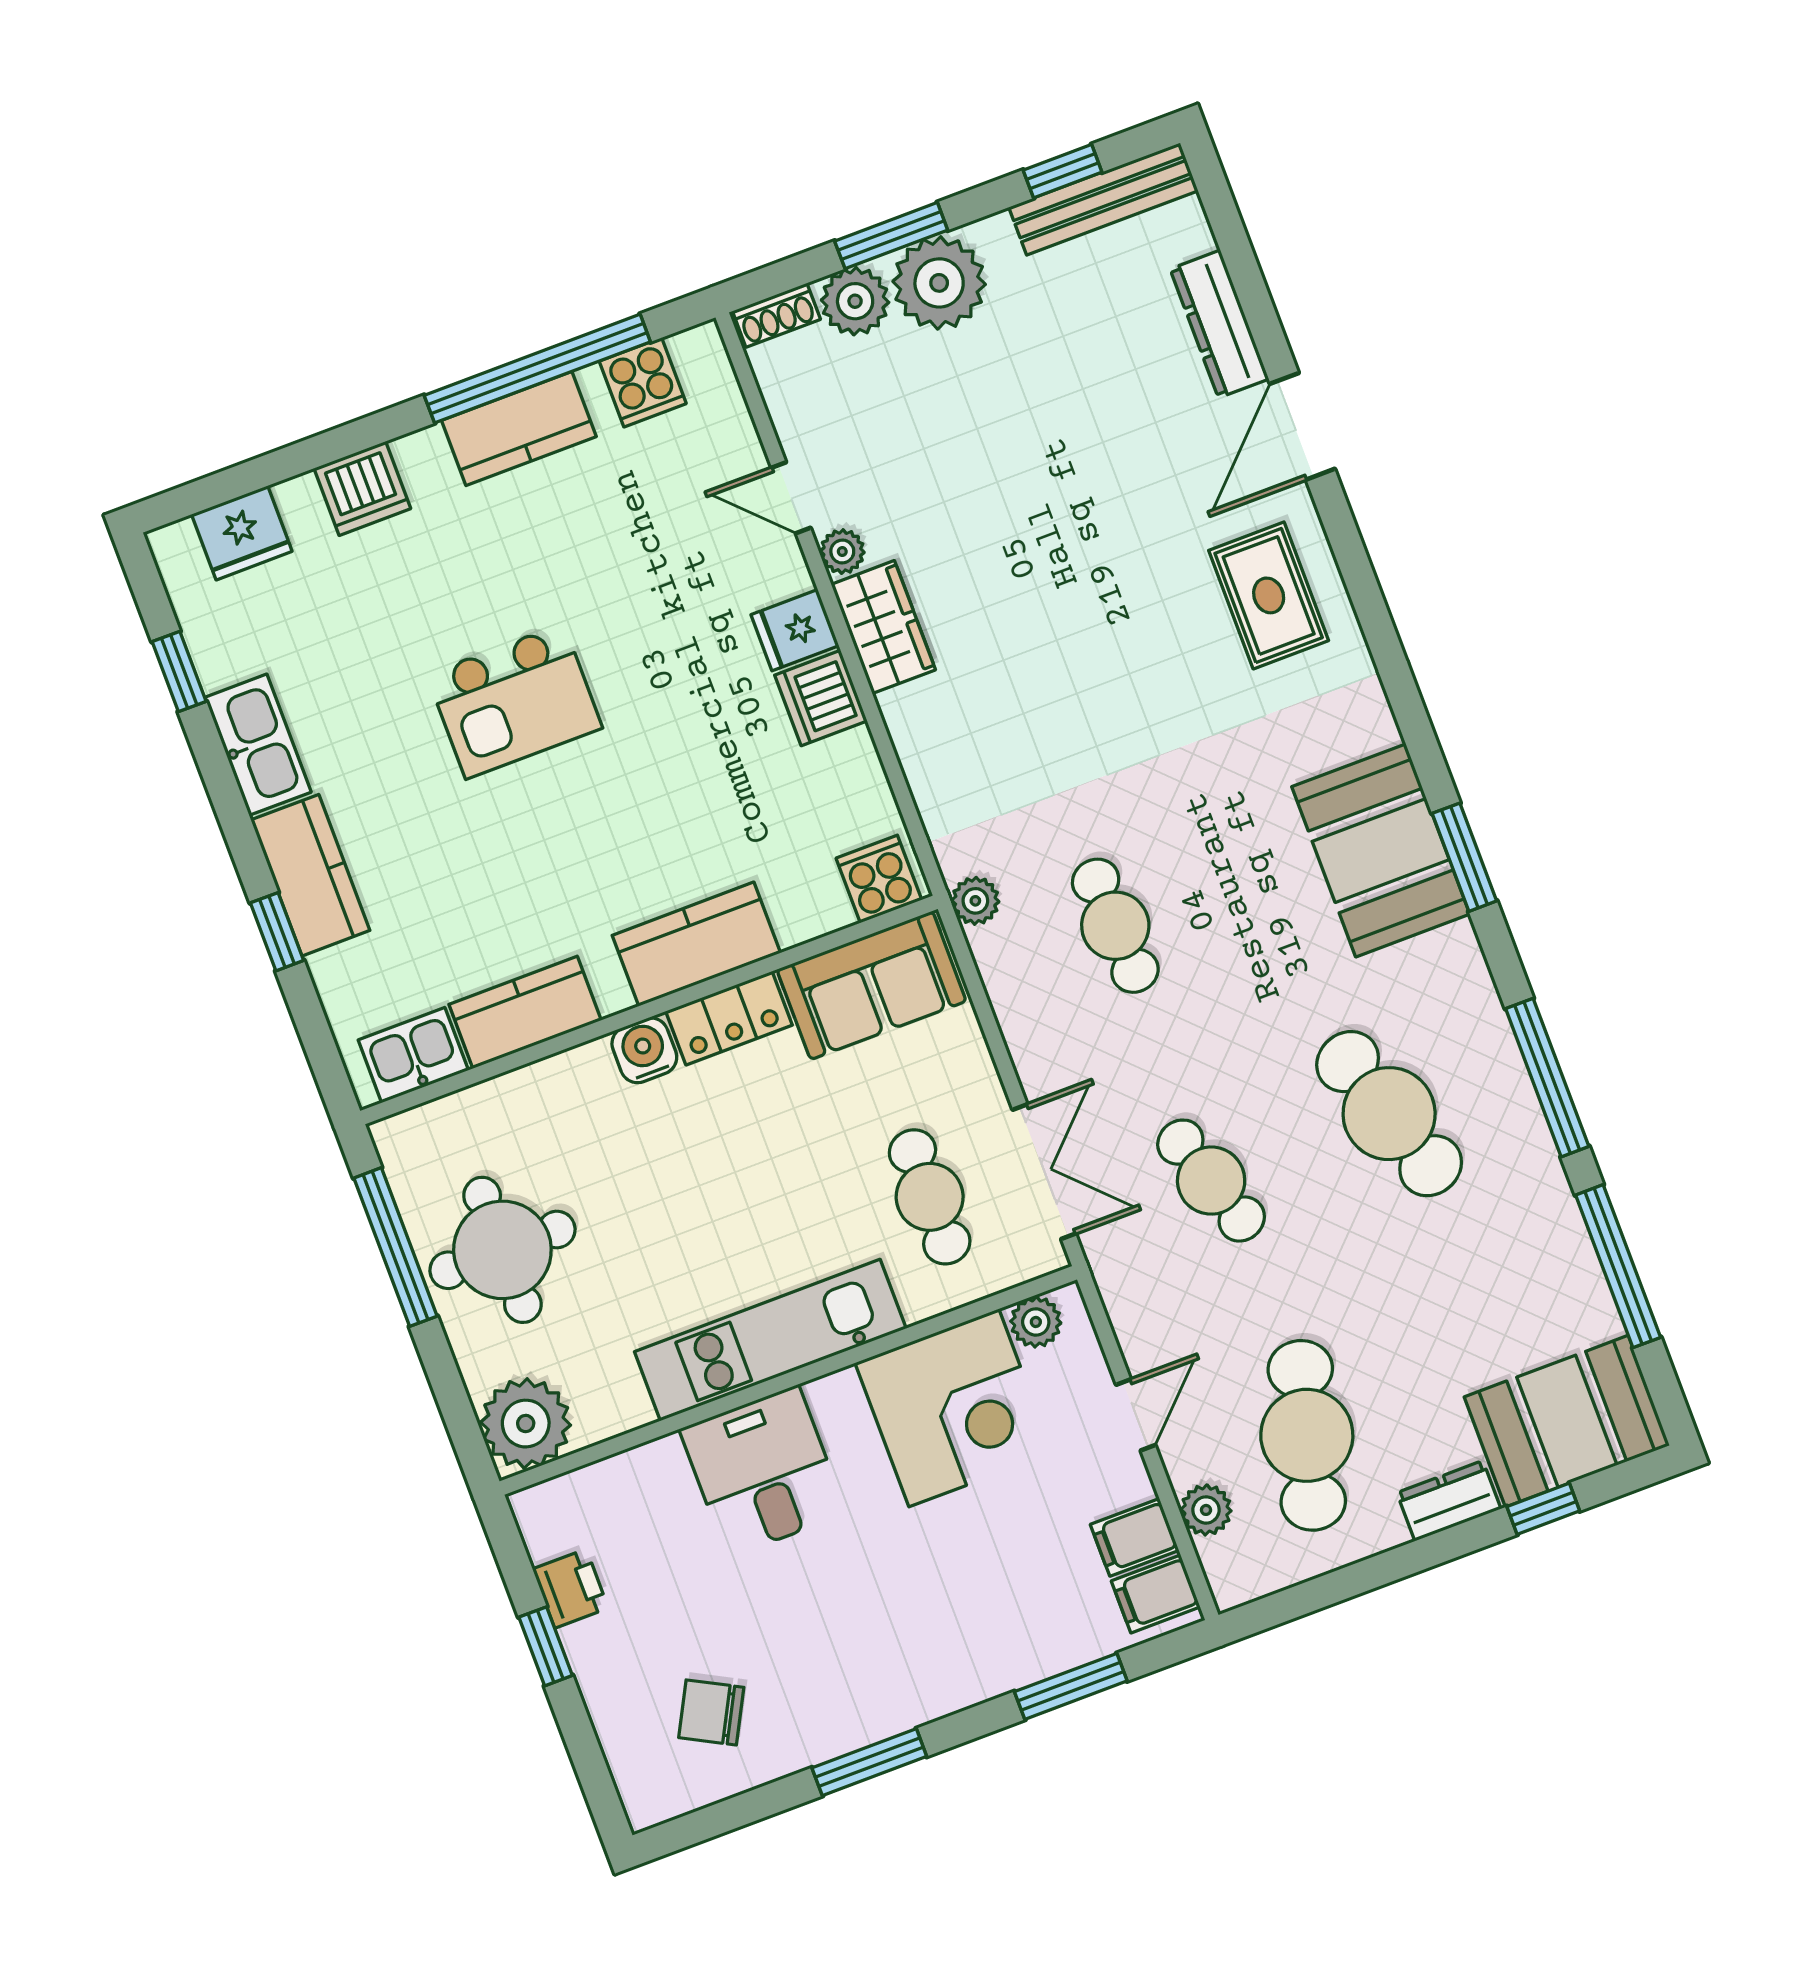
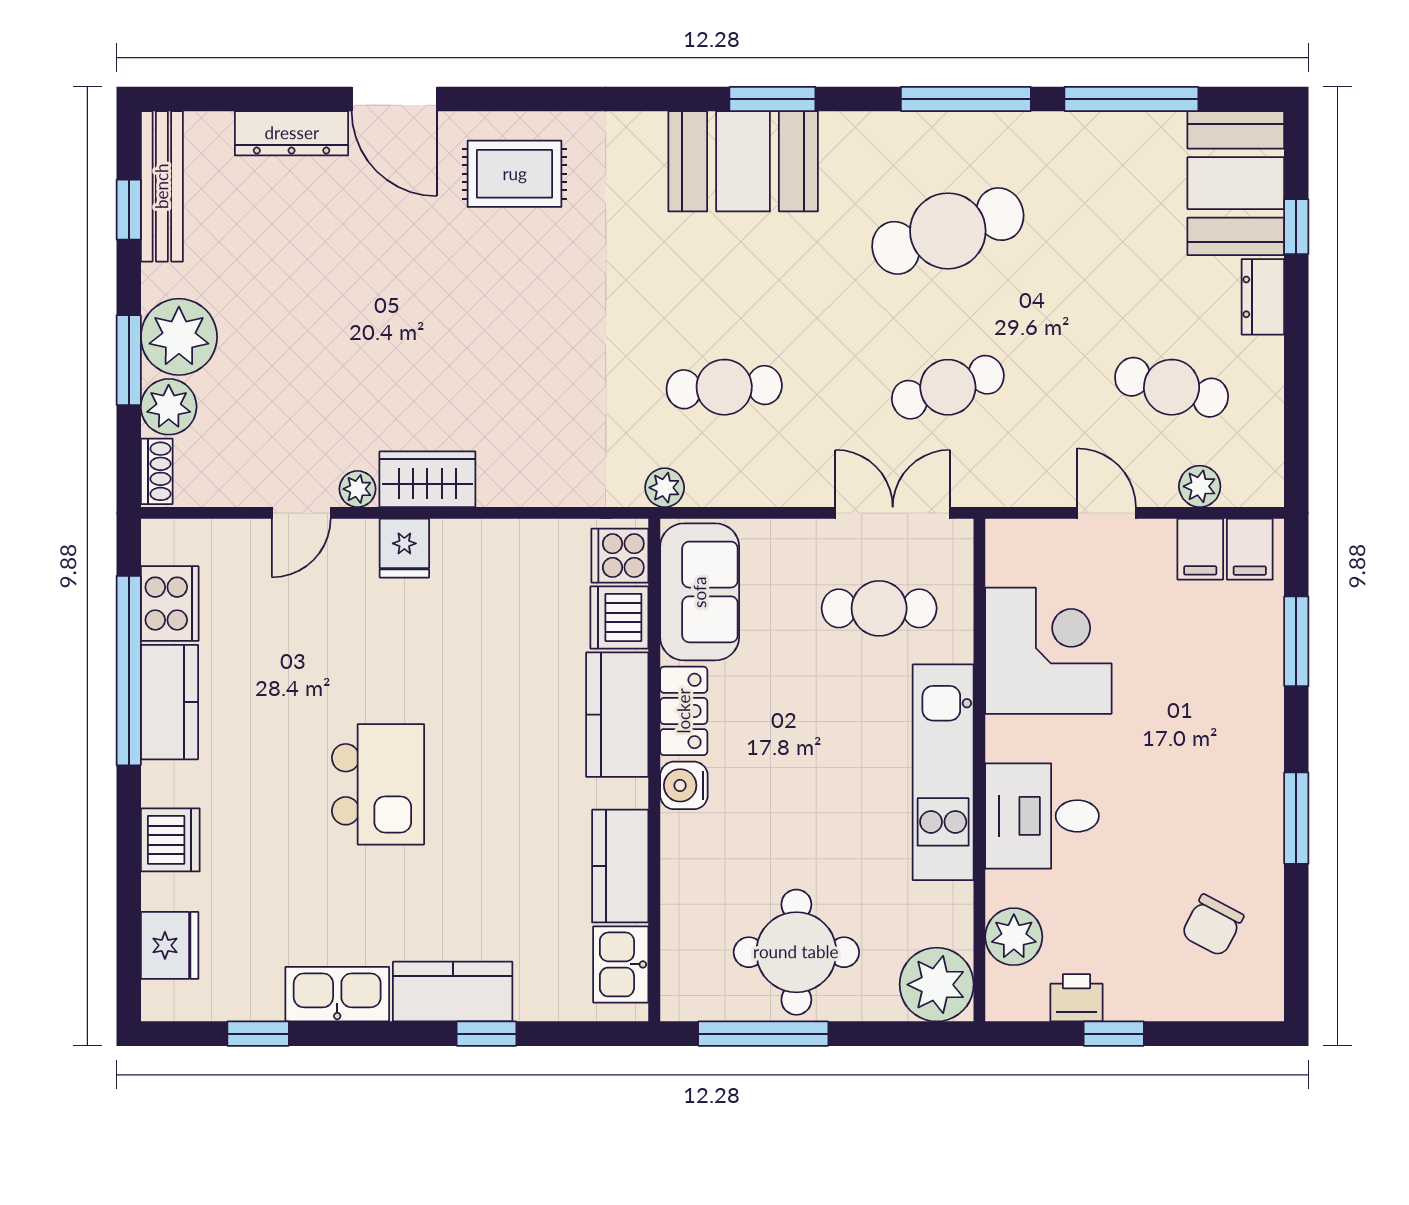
cooker: (643, 382) -> (170, 604), width x1.36
dishwasher: (821, 698) -> (619, 617), moved, turned 90
plant: (1036, 1322) -> (1014, 937), moved, width x1.38, depth x1.38
cafe table: (1307, 1435) -> (1172, 387), width x0.73, depth x0.74

